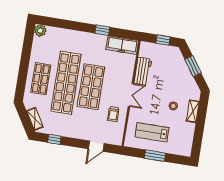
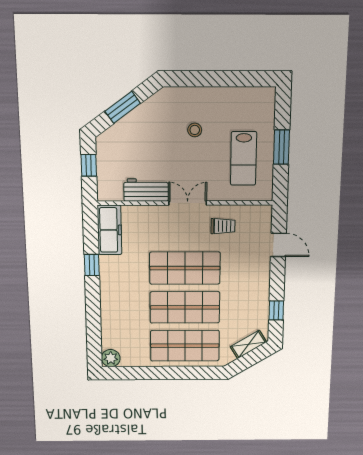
shop shelf: (41, 79) -> (185, 346), width x1.43, depth x1.36
shop shelf: (66, 83) -> (185, 307), width x0.71
shelving: (193, 111) -> (199, 95), removed

